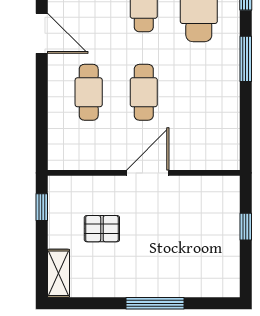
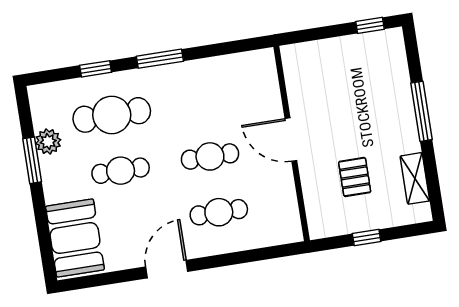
window: (42, 207) -> (367, 237), moved
window: (246, 227) -> (370, 25), moved
shelving: (58, 273) -> (415, 178), moved, turned 90

